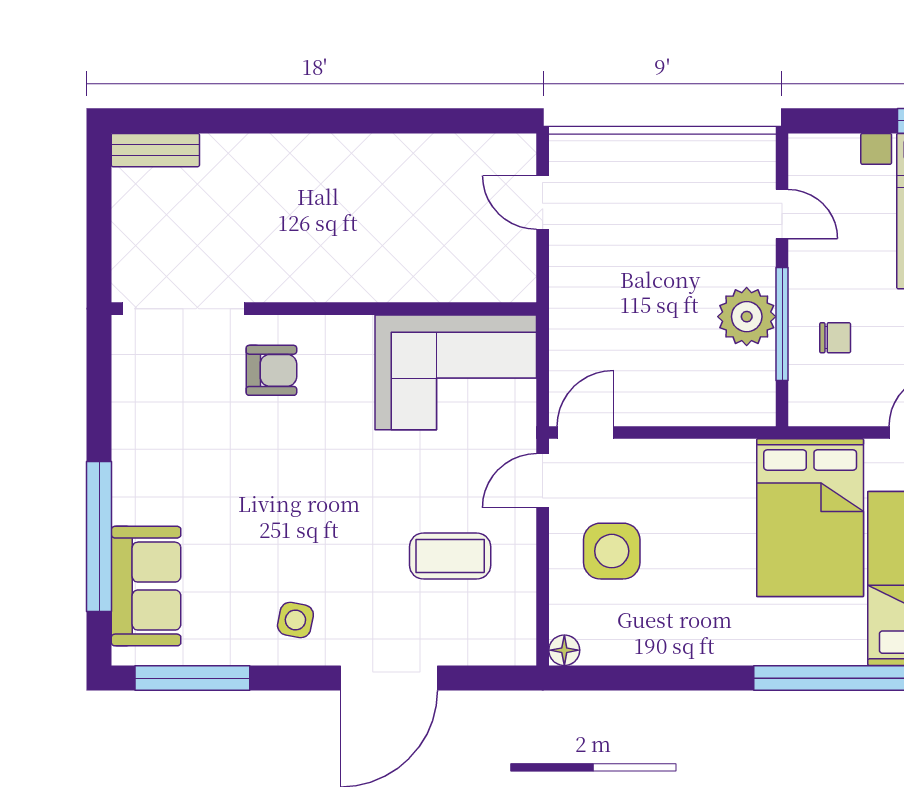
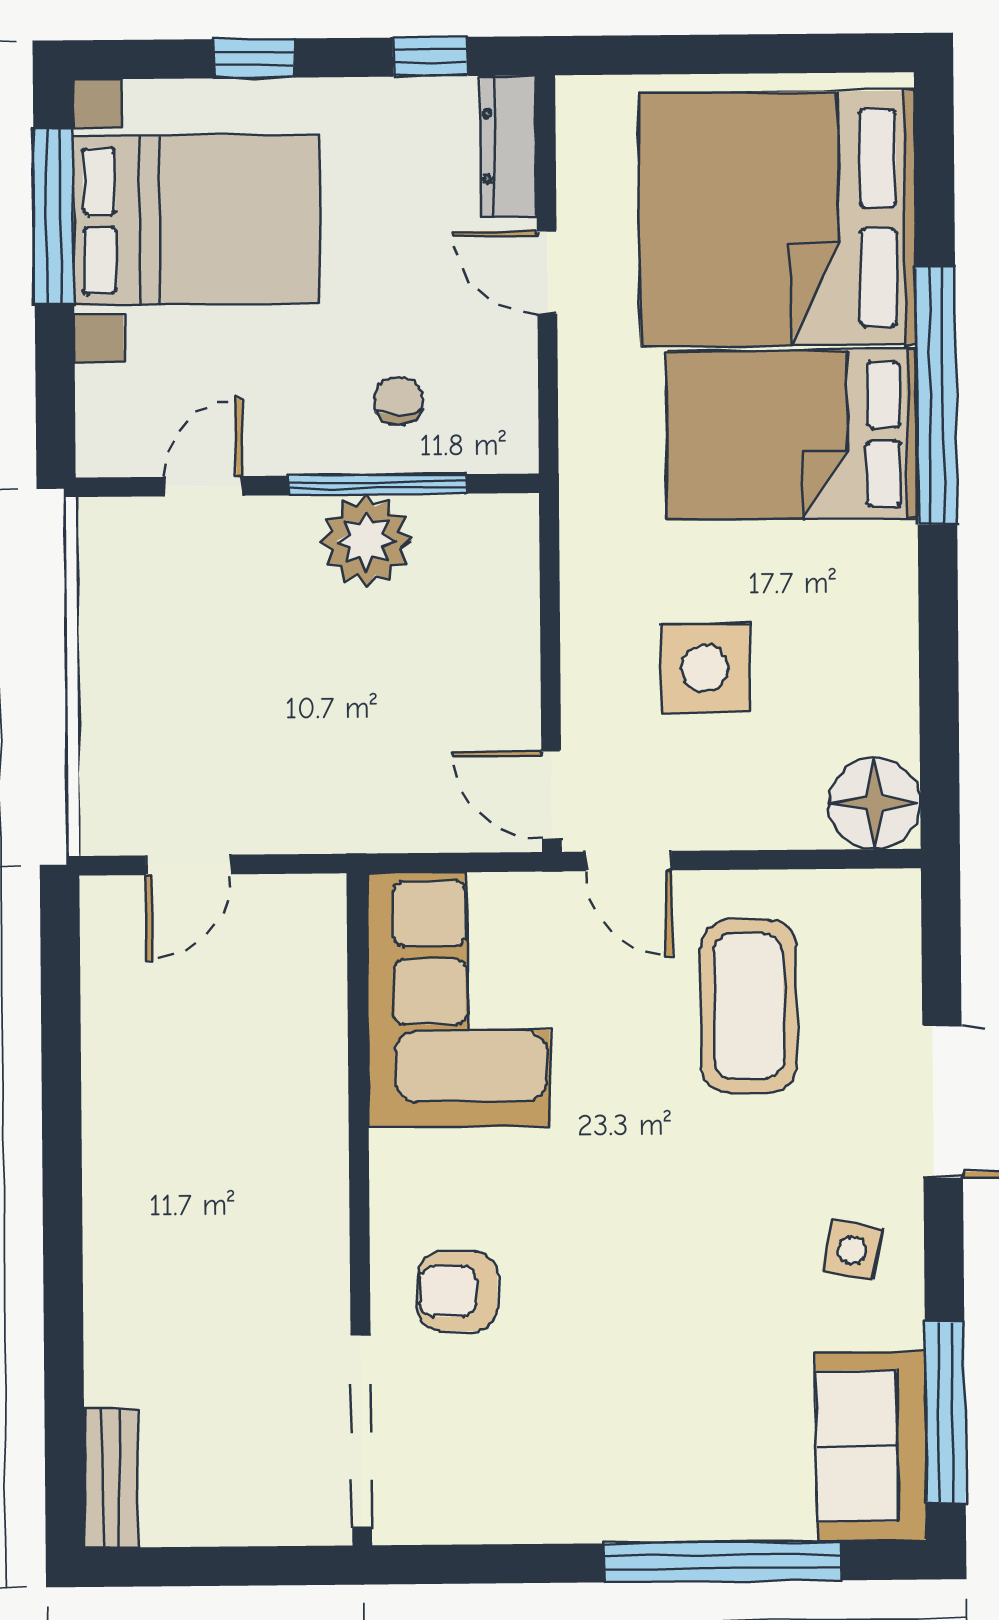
armchair: (271, 370) -> (458, 1292), turned -89
bed: (810, 518) -> (792, 435), moved, turned 180
side table: (612, 551) -> (705, 668), moved
coffee table: (450, 556) -> (749, 1006), width x1.36, depth x1.32
sofa: (146, 586) -> (871, 1446), moved, turned -90
floor lamp: (564, 650) -> (874, 803), width x1.89, depth x1.89

